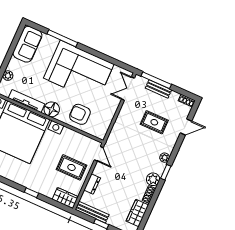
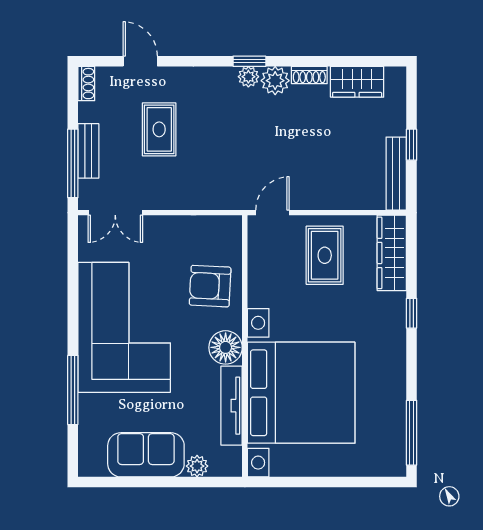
sofa: (27, 44) -> (146, 455), moved
armchair: (80, 114) -> (210, 286), turned 93
plant: (165, 158) -> (248, 77), moved
dresser: (92, 184) -> (339, 199), removed
wardrobe: (65, 198) -> (392, 253), width x1.50

